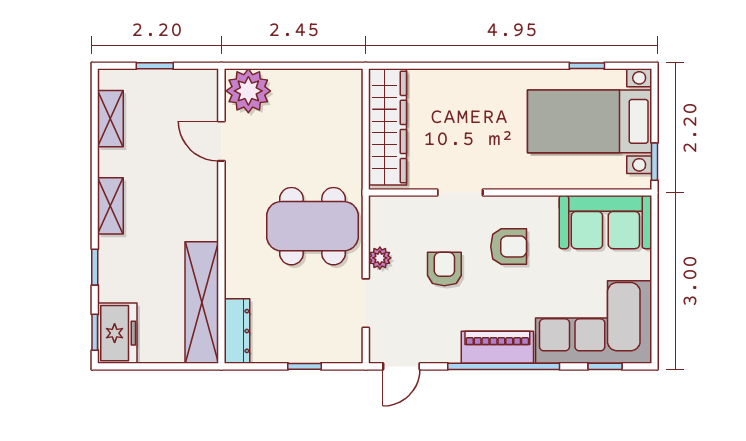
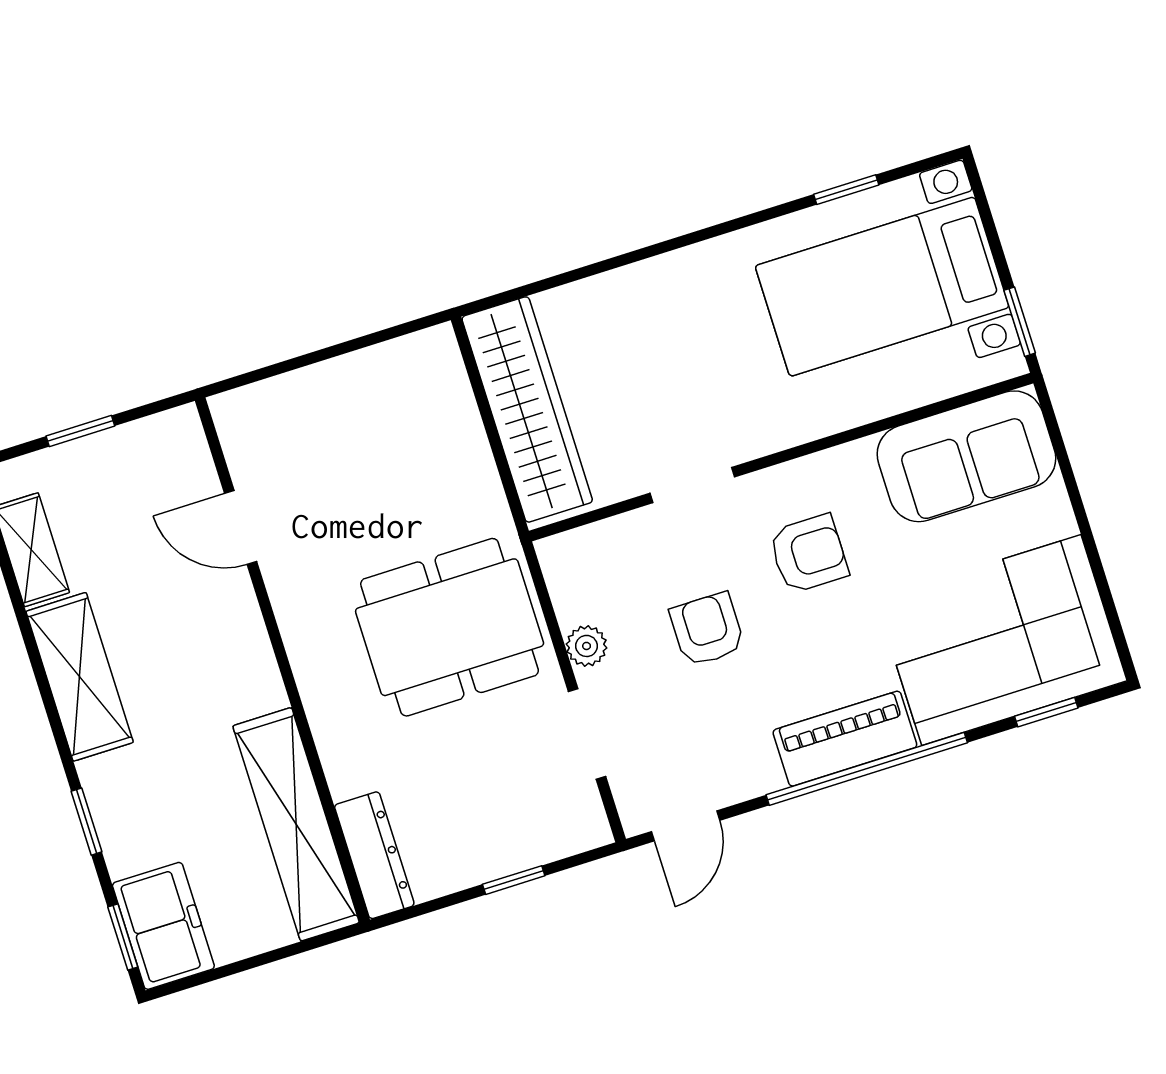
plant: (248, 91) -> (260, 423), removed
shelving: (110, 206) -> (80, 677), width x1.50, depth x1.33

